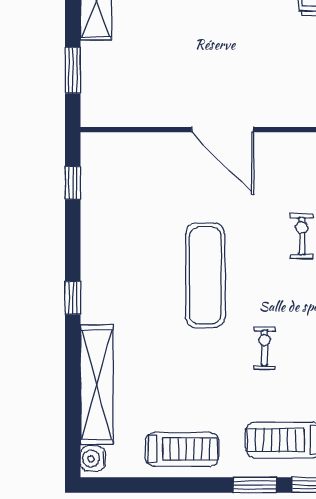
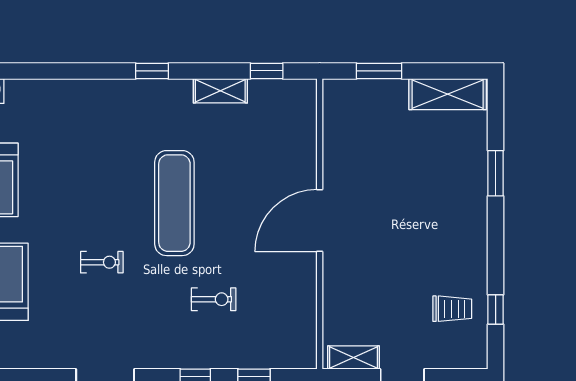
exercise mat: (205, 275) -> (174, 203), turned 90
shelving: (97, 384) -> (220, 91), moved, width x0.45, depth x0.75

